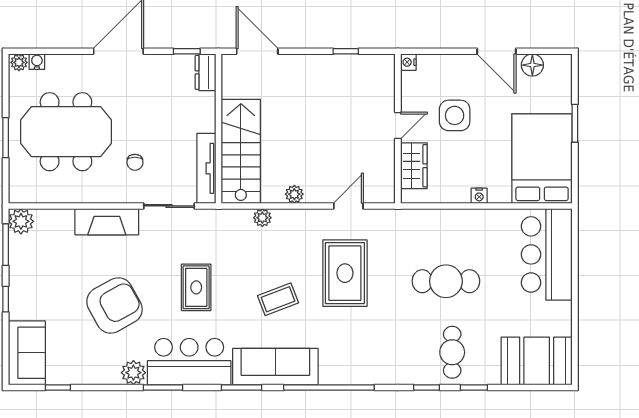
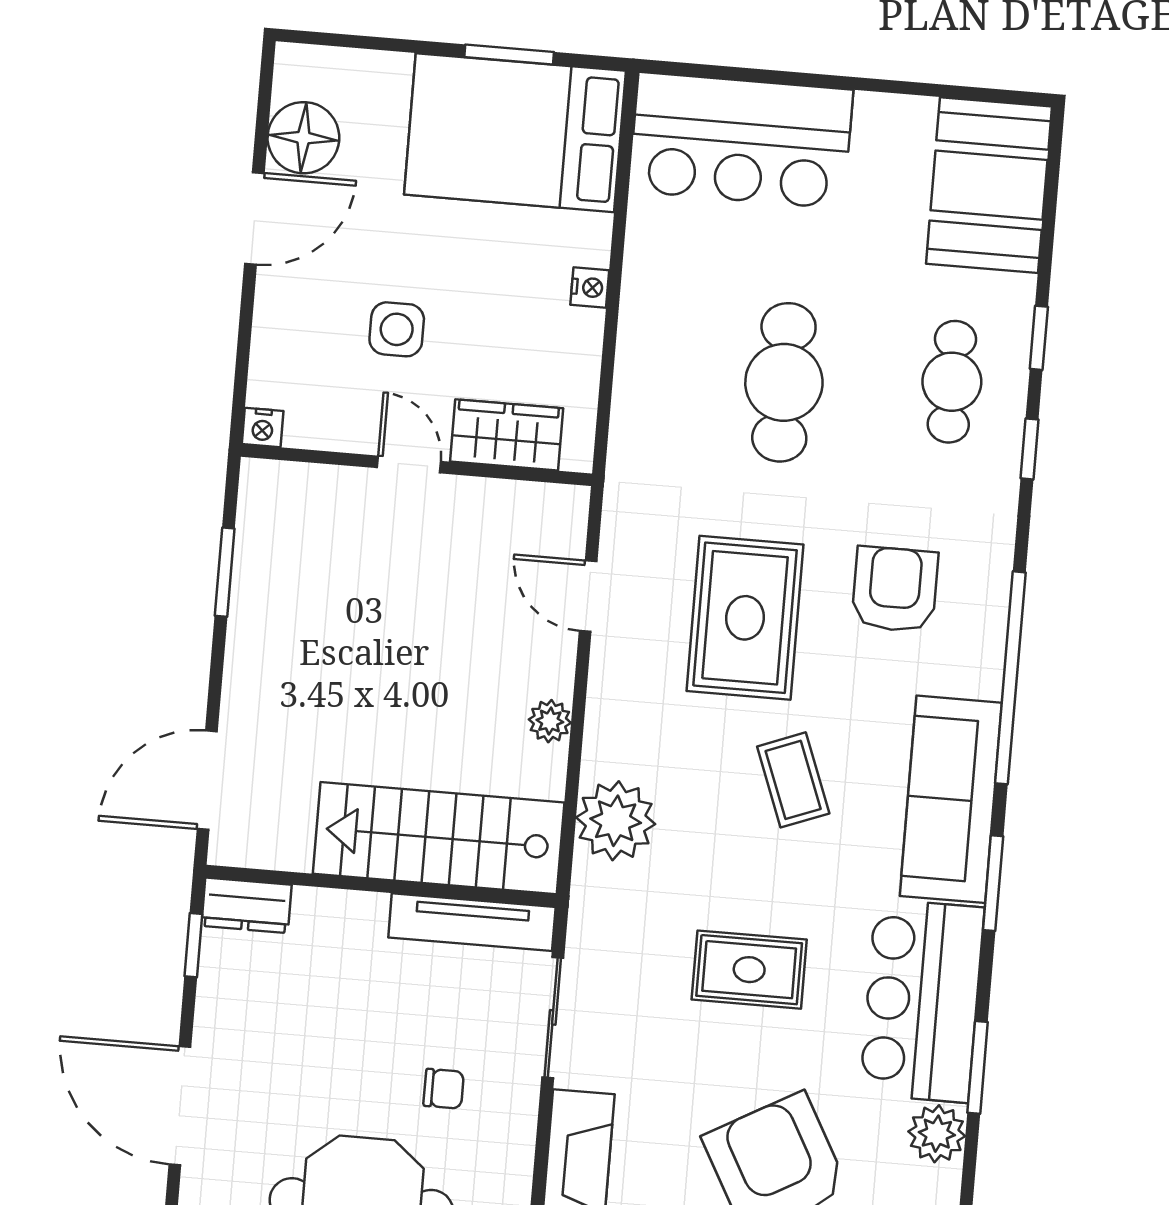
window: (346, 51) -> (225, 572), width x1.50
floor lamp: (532, 65) -> (303, 138), width x1.38, depth x1.38
side table: (455, 115) -> (397, 329), width x0.73, depth x0.73
window: (575, 123) -> (509, 54), moved
plant: (262, 218) -> (616, 821), width x1.88, depth x1.88
rug: (345, 273) -> (745, 618), turned 90
armchair: (362, 335) -> (895, 589), added
cafe table: (452, 352) -> (952, 382), turned 90

